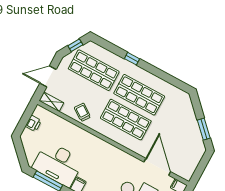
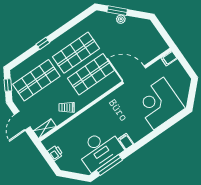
plant: (193, 122) -> (121, 19), added
window: (204, 129) -> (117, 11), moved
door: (157, 167) -> (134, 75), moved

